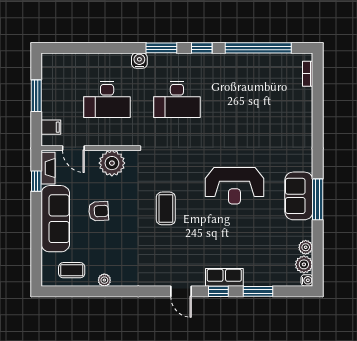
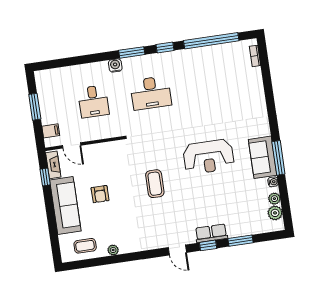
desk: (107, 100) -> (93, 101), width x0.73
plant: (112, 163) -> (105, 153), removed
armchair: (99, 211) -> (100, 194), turned 93
water cooler: (307, 280) -> (273, 182), moved

